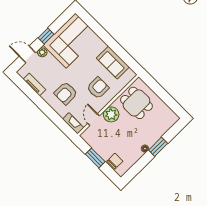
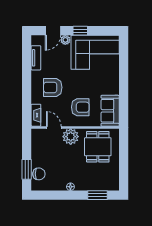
door: (27, 54) -> (53, 31), swing flipped
sofa: (113, 63) -> (110, 111), moved
door: (94, 120) -> (54, 127), hinge flipped
window: (158, 147) -> (97, 195), moved
window: (95, 158) -> (27, 169), moved

